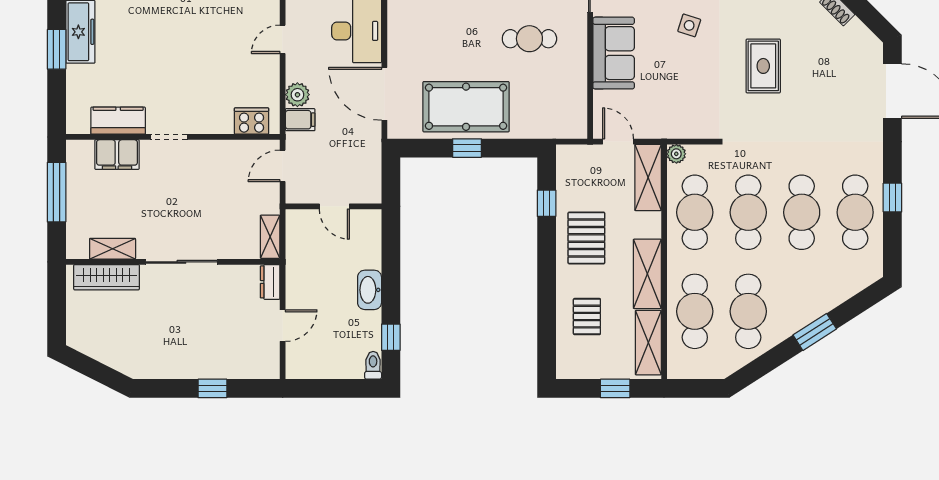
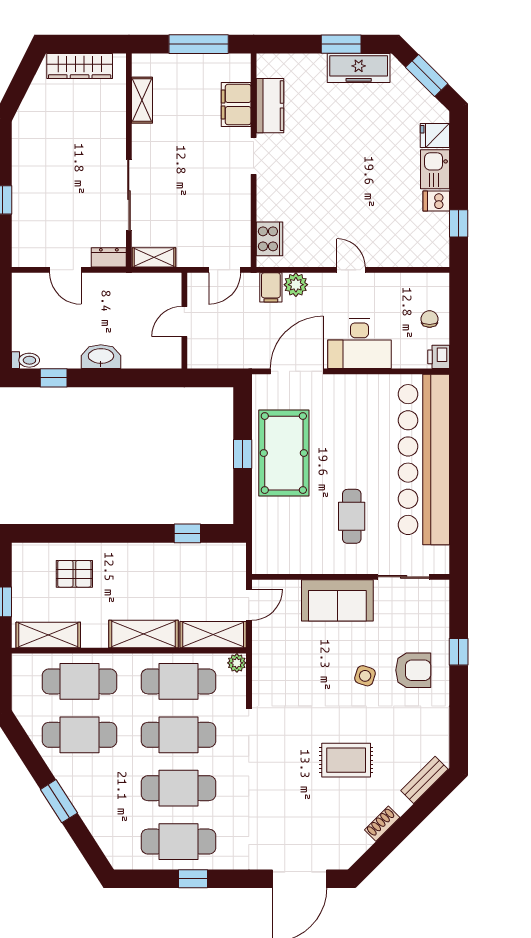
rug: (763, 66) -> (346, 760), moved
door: (283, 166) -> (225, 270), swing flipped
pallet: (586, 238) -> (153, 573), removed
sliding door: (181, 262) -> (129, 195), moved
shelving: (647, 274) -> (144, 634), moved
wardrobe: (107, 277) -> (80, 66), moved, turned -90

